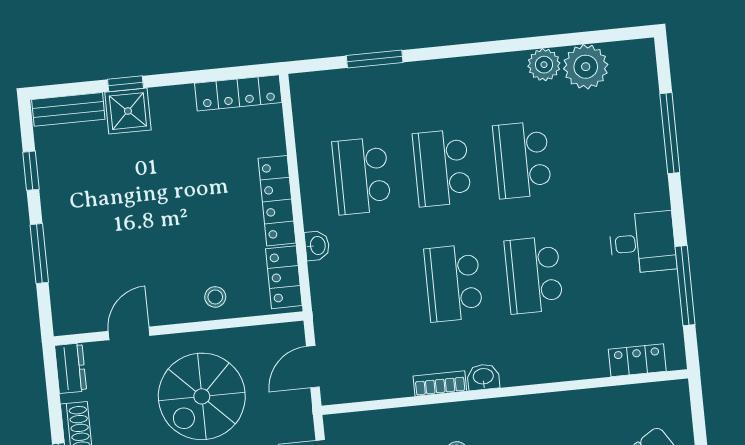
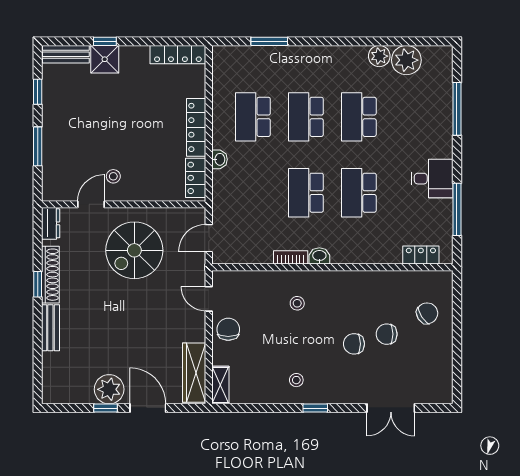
stool: (215, 297) -> (113, 176), moved

